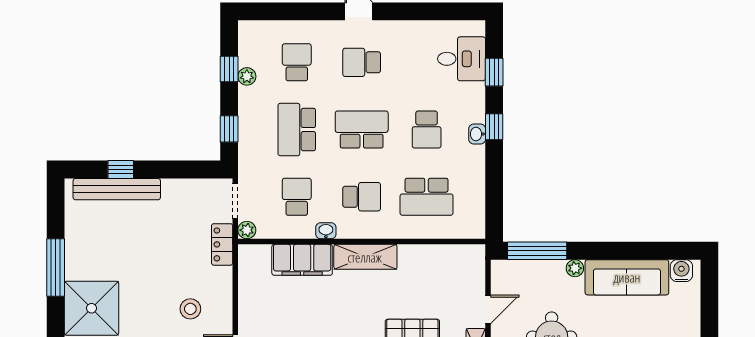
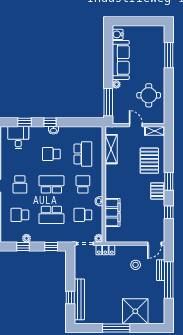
school desk: (362, 130) -> (51, 184), turned 90
school desk: (427, 130) -> (51, 154), turned 180
shelving: (365, 257) -> (111, 149), moved

